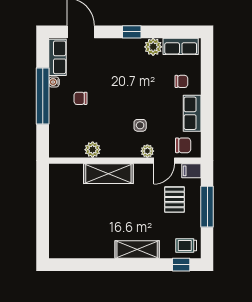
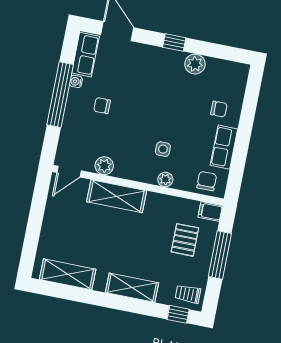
row of seats: (181, 46) -> (226, 70), removed
chair: (183, 145) -> (207, 181), turned -90
door: (164, 161) -> (69, 172), moved
shelving: (80, 249) -> (68, 274), added

